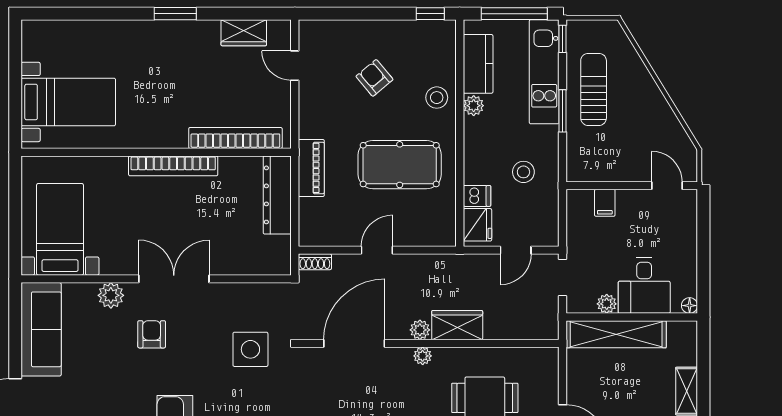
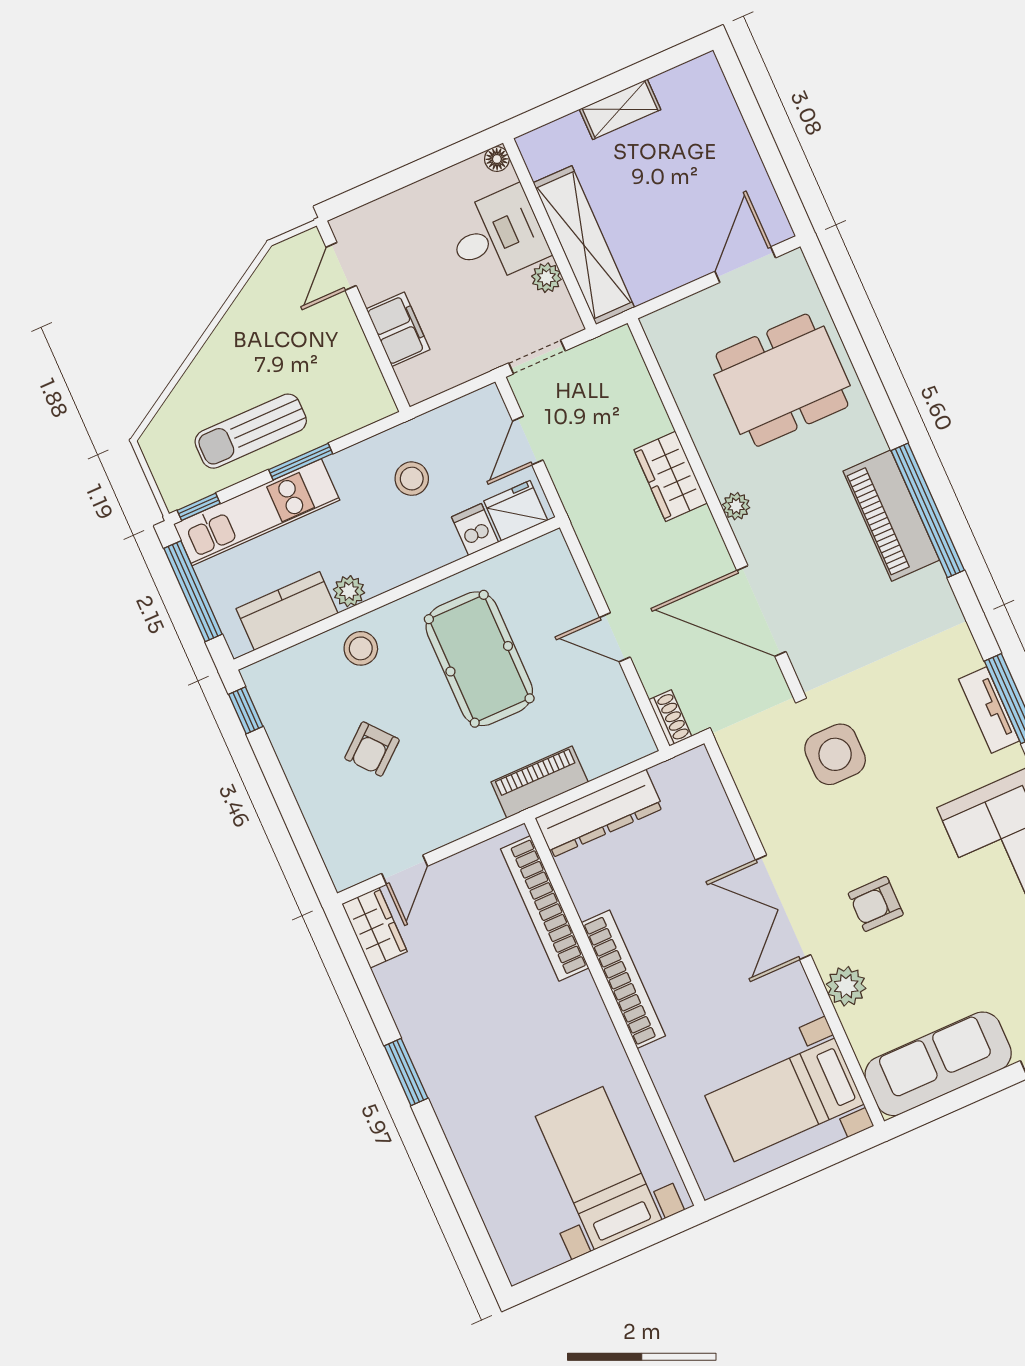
wardrobe: (244, 33) -> (375, 928), moved
filing cabinet: (605, 203) -> (398, 329), width x2.00
door: (516, 250) -> (528, 441), swing flipped
plant: (420, 330) -> (701, 526), removed

